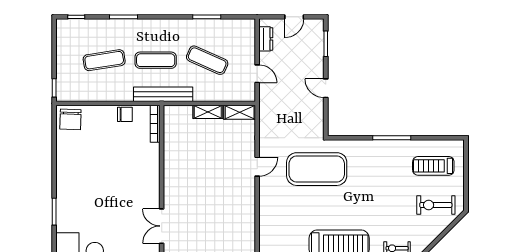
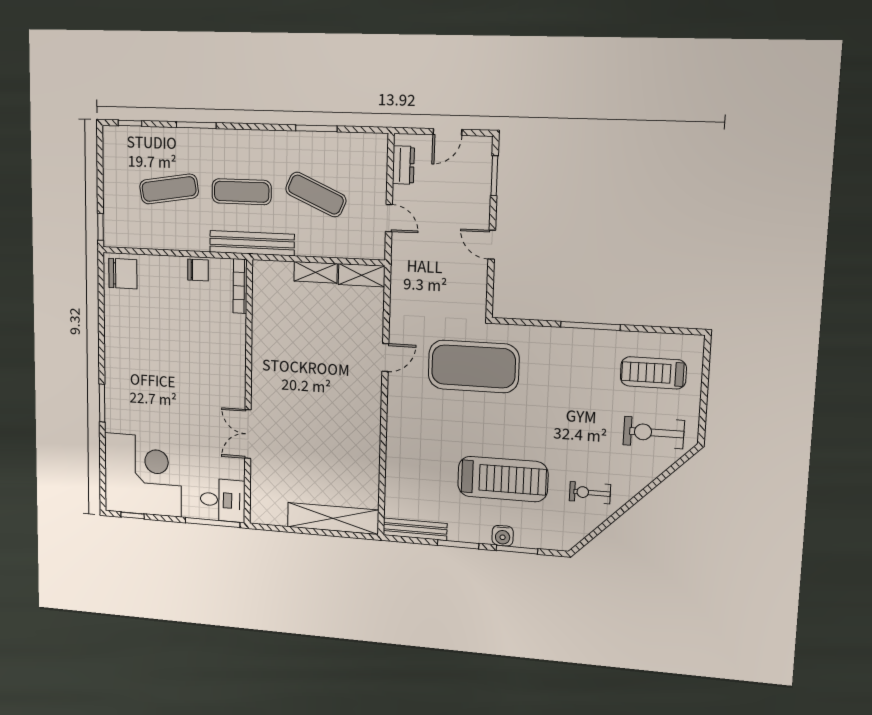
chair: (70, 119) -> (123, 274), turned -92

